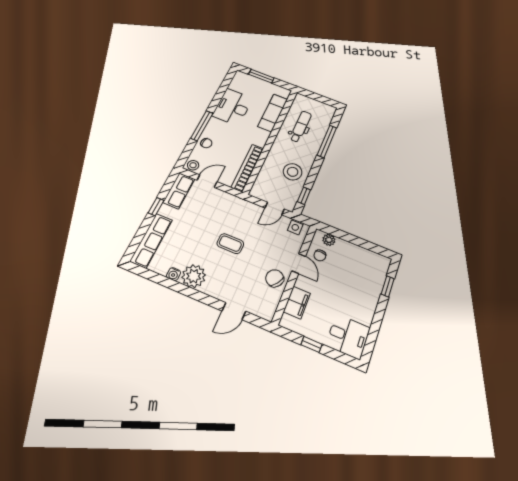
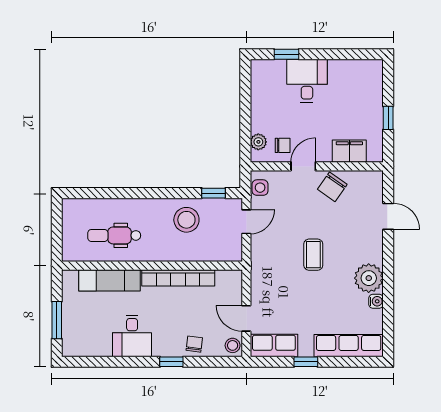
desk: (233, 107) -> (132, 336), width x0.73
window: (202, 126) -> (171, 362), width x0.46
window: (327, 141) -> (122, 193), removed
bookcase: (247, 168) -> (178, 278), moved
door: (275, 208) -> (246, 222), hinge flipped
desk: (348, 337) -> (307, 81), moved

